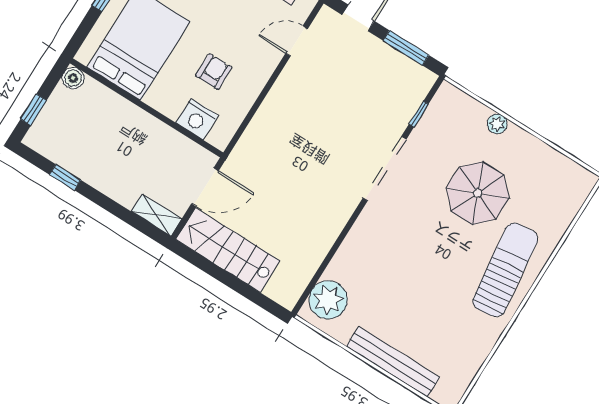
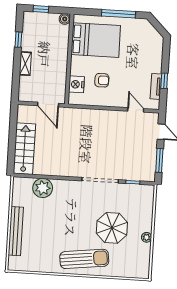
plant: (497, 124) -> (147, 237), moved
shelving: (157, 215) -> (25, 64), moved
stairs: (228, 250) -> (24, 149), moved
plant: (328, 300) -> (43, 188), moved

